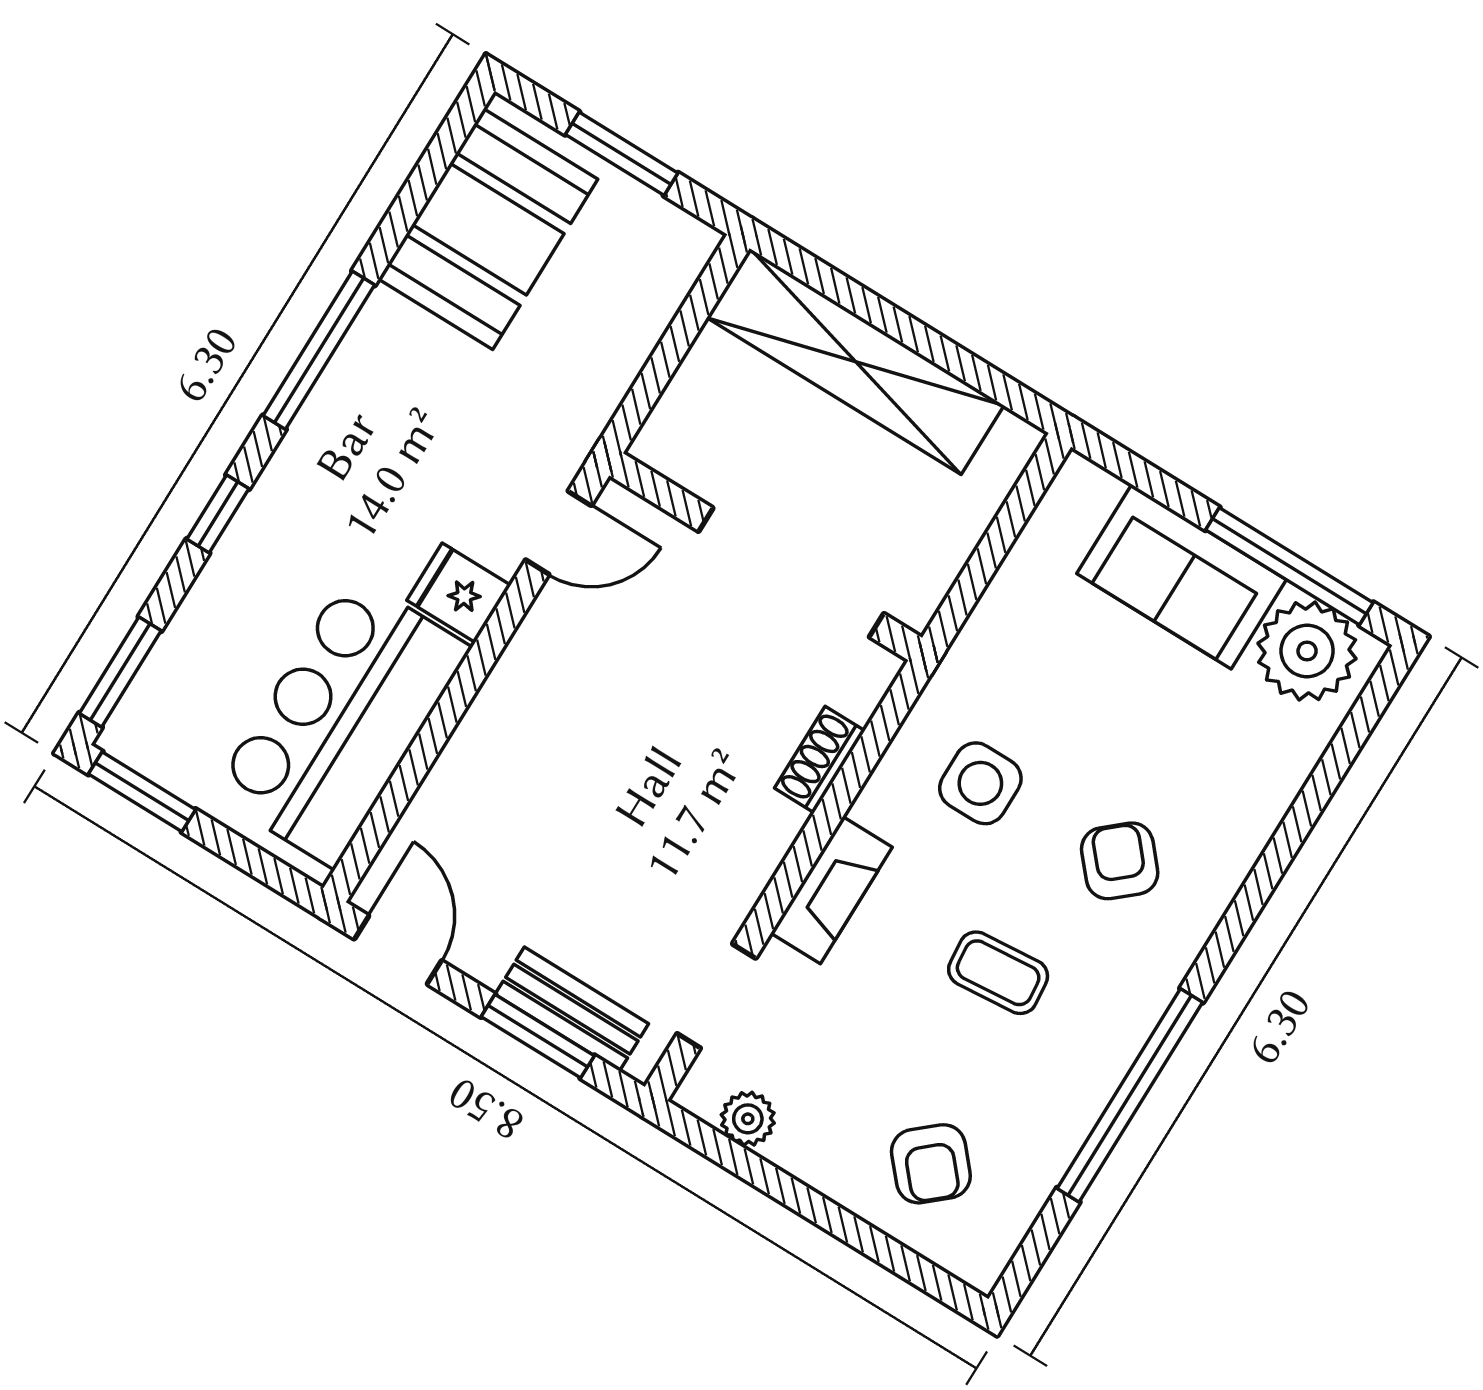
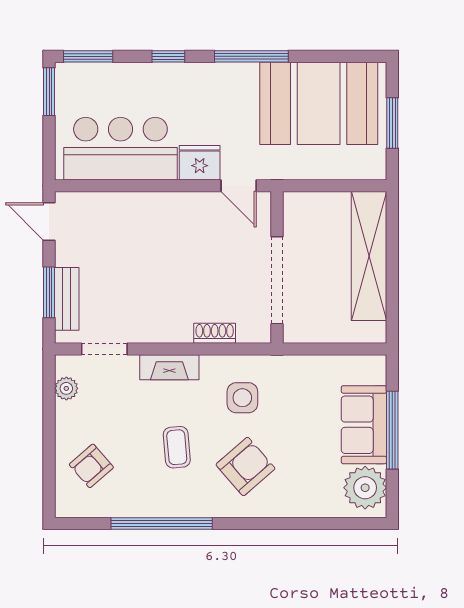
booth: (488, 229) -> (319, 103), width x1.36, depth x1.42
window: (1289, 566) -> (392, 430), moved
fridge: (459, 593) -> (200, 163), width x1.38
armchair: (1120, 861) -> (245, 467), width x1.38, depth x1.38
door: (398, 950) -> (49, 221), swing flipped

